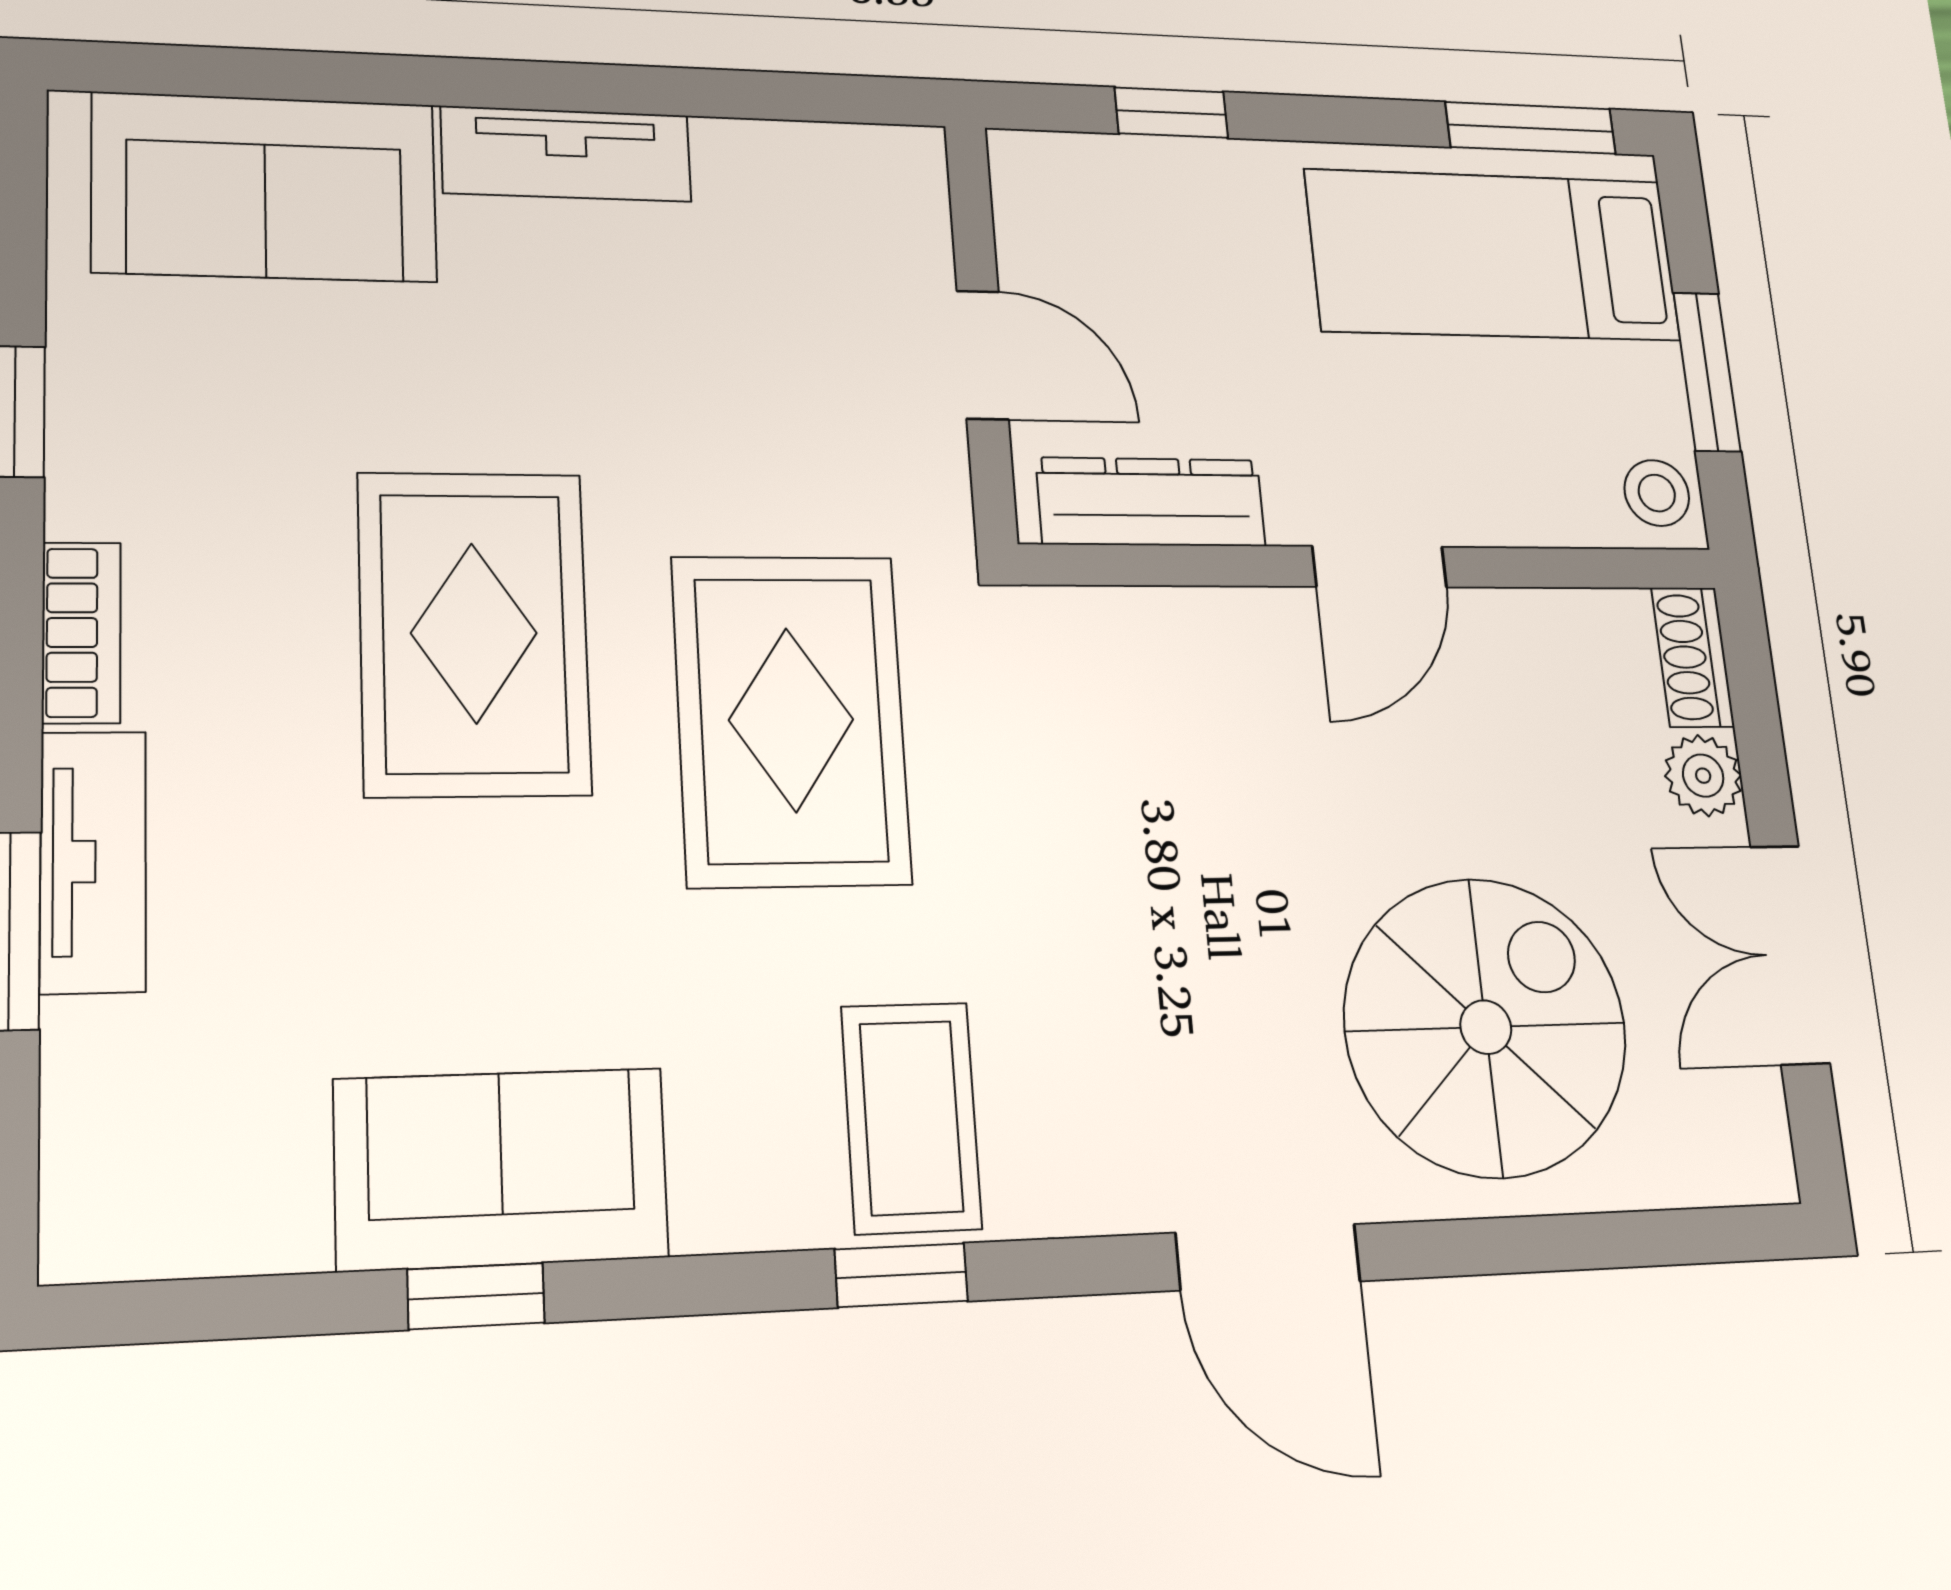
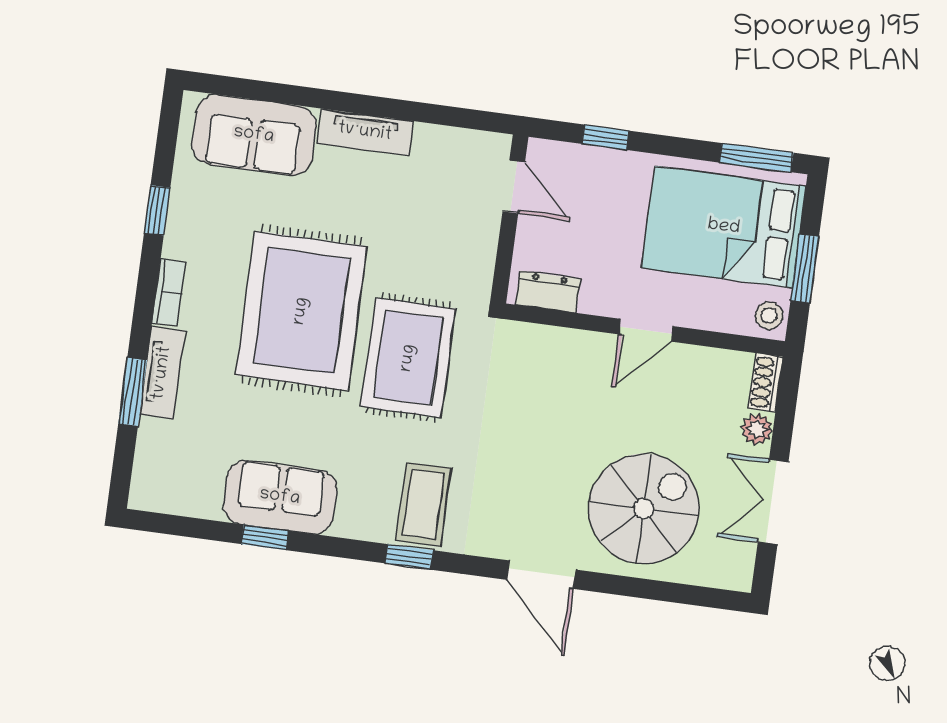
bed: (1493, 255) -> (724, 227), width x1.50
door: (983, 355) -> (514, 187), moved
dresser: (1151, 502) -> (548, 292), width x0.70
rug: (474, 633) -> (301, 311), width x1.37, depth x1.44

